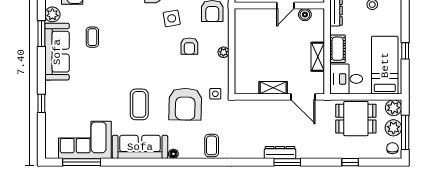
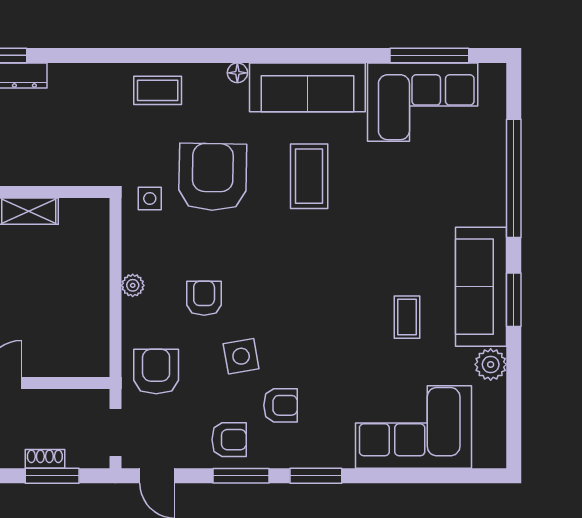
window: (41, 34) -> (514, 300), moved
window: (41, 103) -> (514, 178), width x3.17
coffee table: (212, 145) -> (158, 90), turned 90

